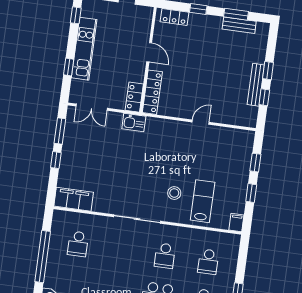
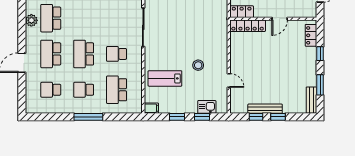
bench: (239, 25) -> (311, 100), moved
kitchen sink: (134, 122) -> (207, 107), moved, turned 90
door: (201, 122) -> (229, 80), moved
stool: (174, 193) -> (198, 65), moved
lab bench: (203, 201) -> (165, 78), turned 180
school desk: (208, 262) -> (117, 90), width x1.85

